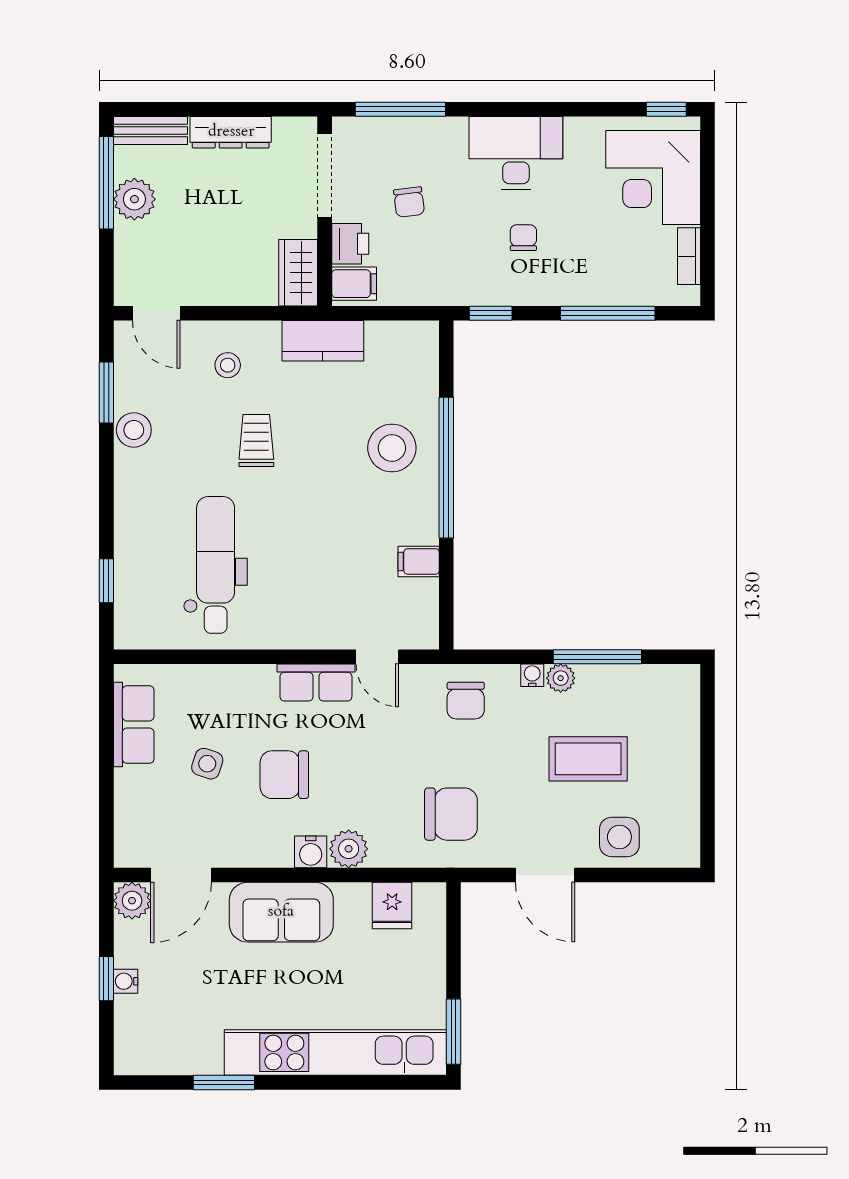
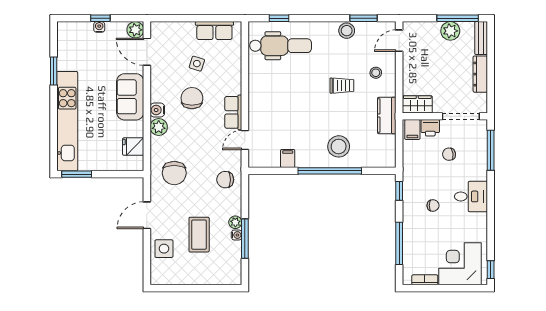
desk: (516, 153) -> (471, 196), width x0.73
dental chair: (216, 565) -> (281, 46), moved
water cooler: (532, 675) -> (237, 235), moved

